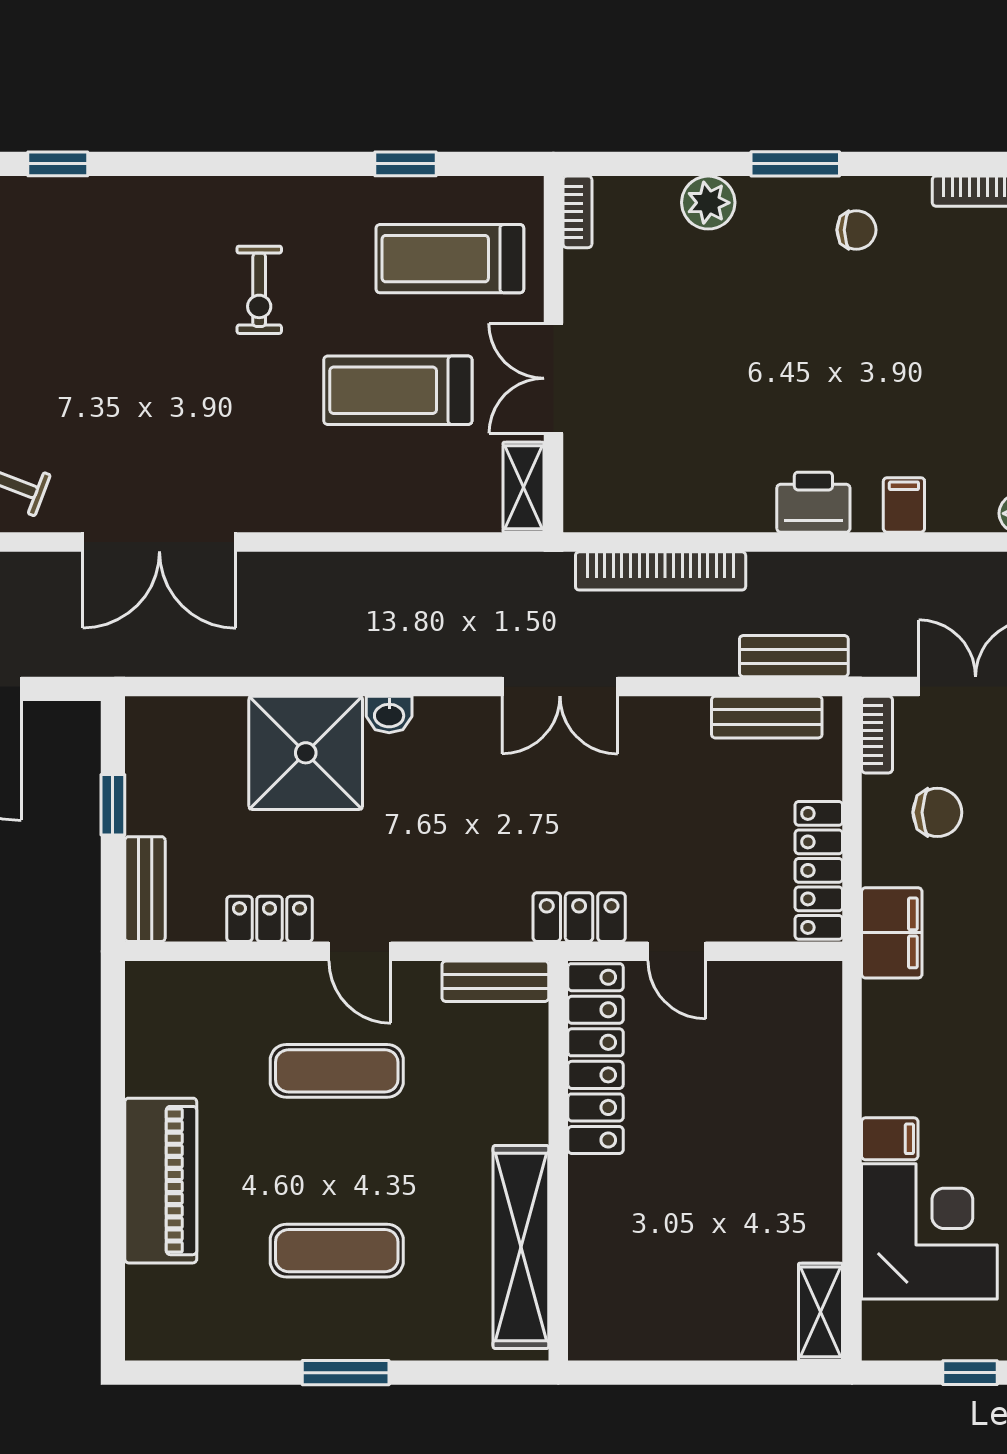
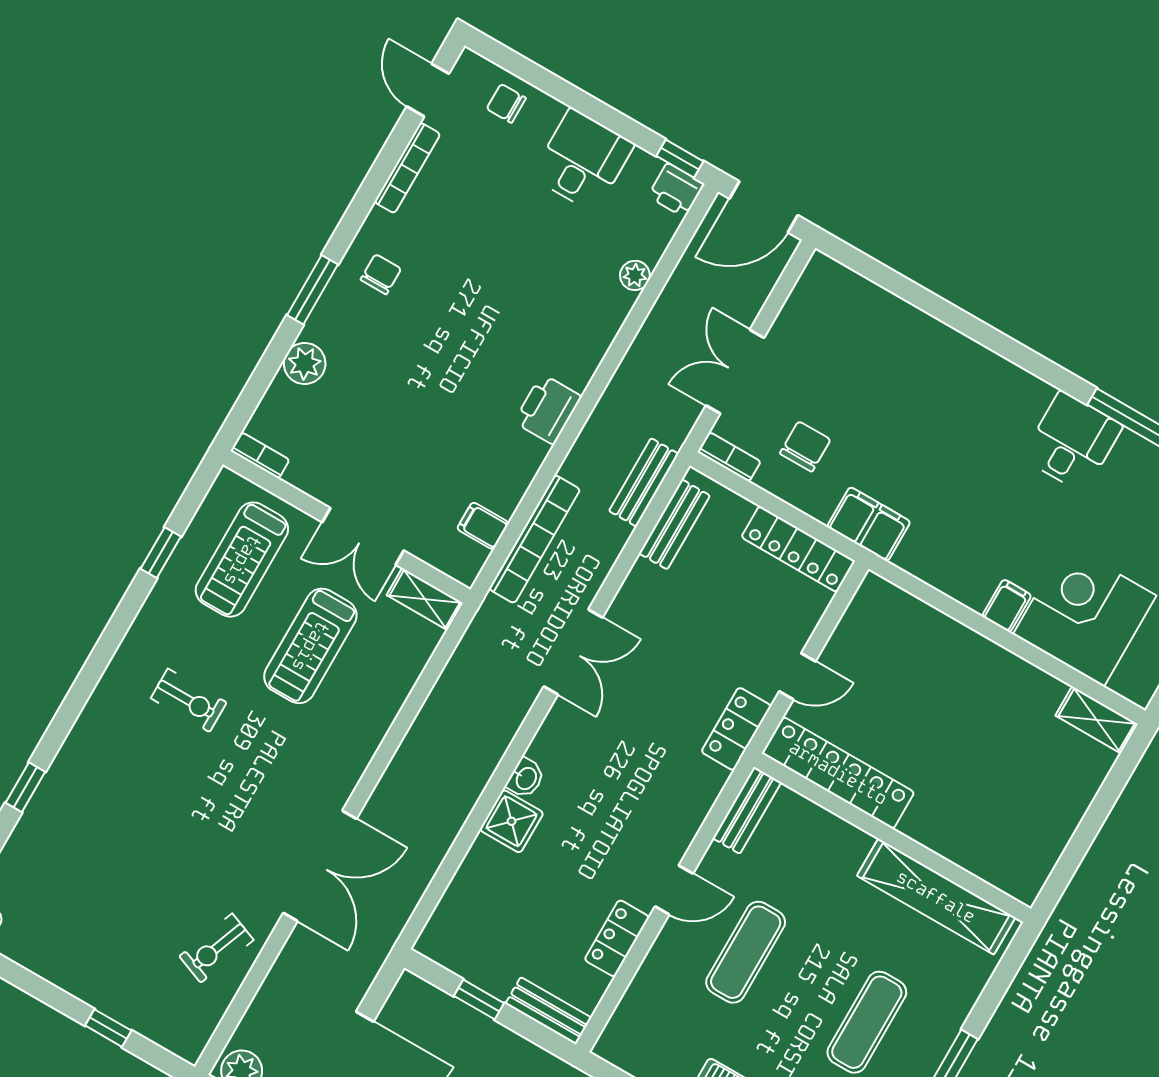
filing cabinet: (904, 505) -> (483, 526), moved
shower: (306, 753) -> (512, 821), width x0.54, depth x0.54

